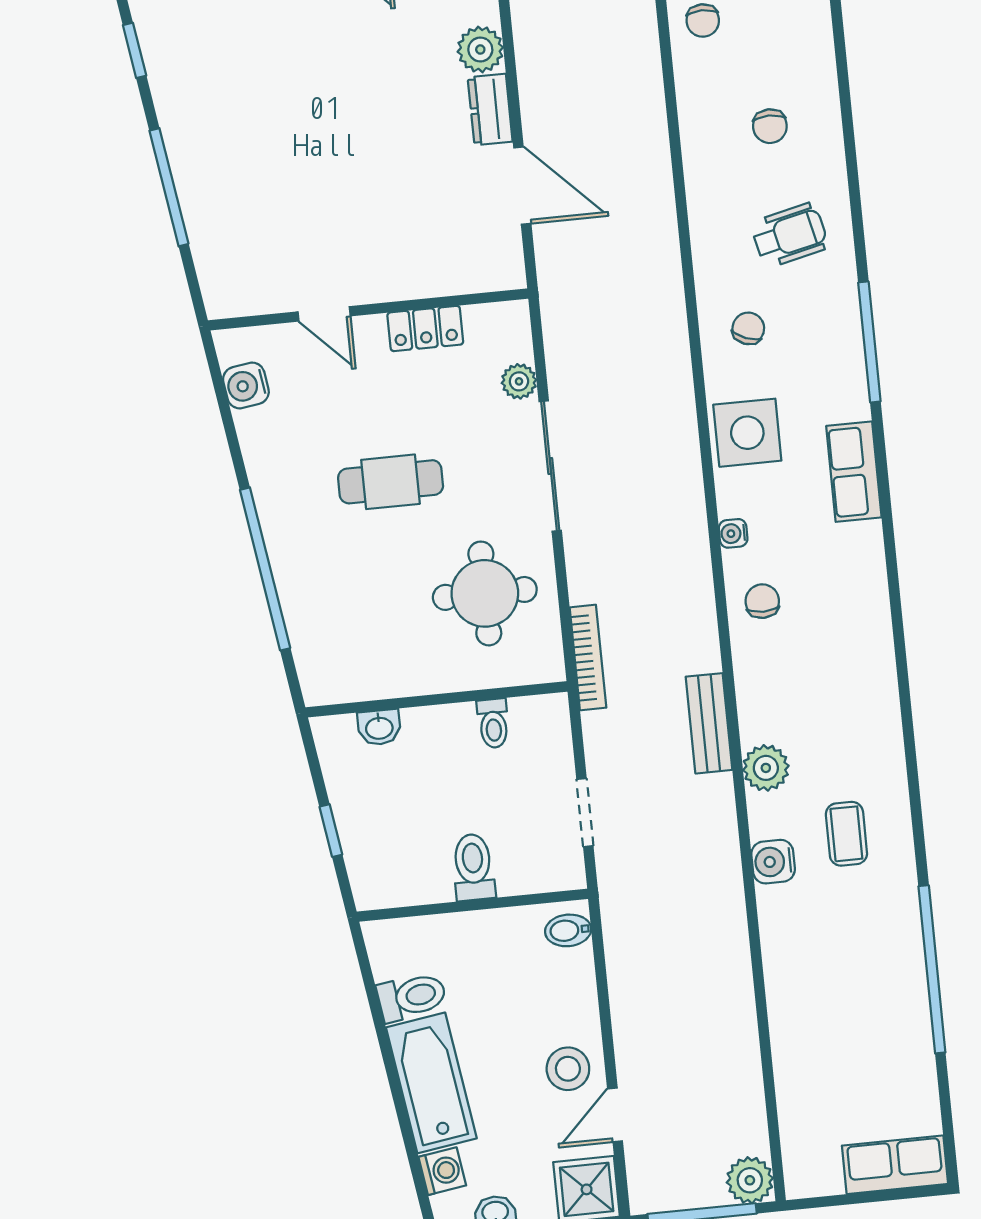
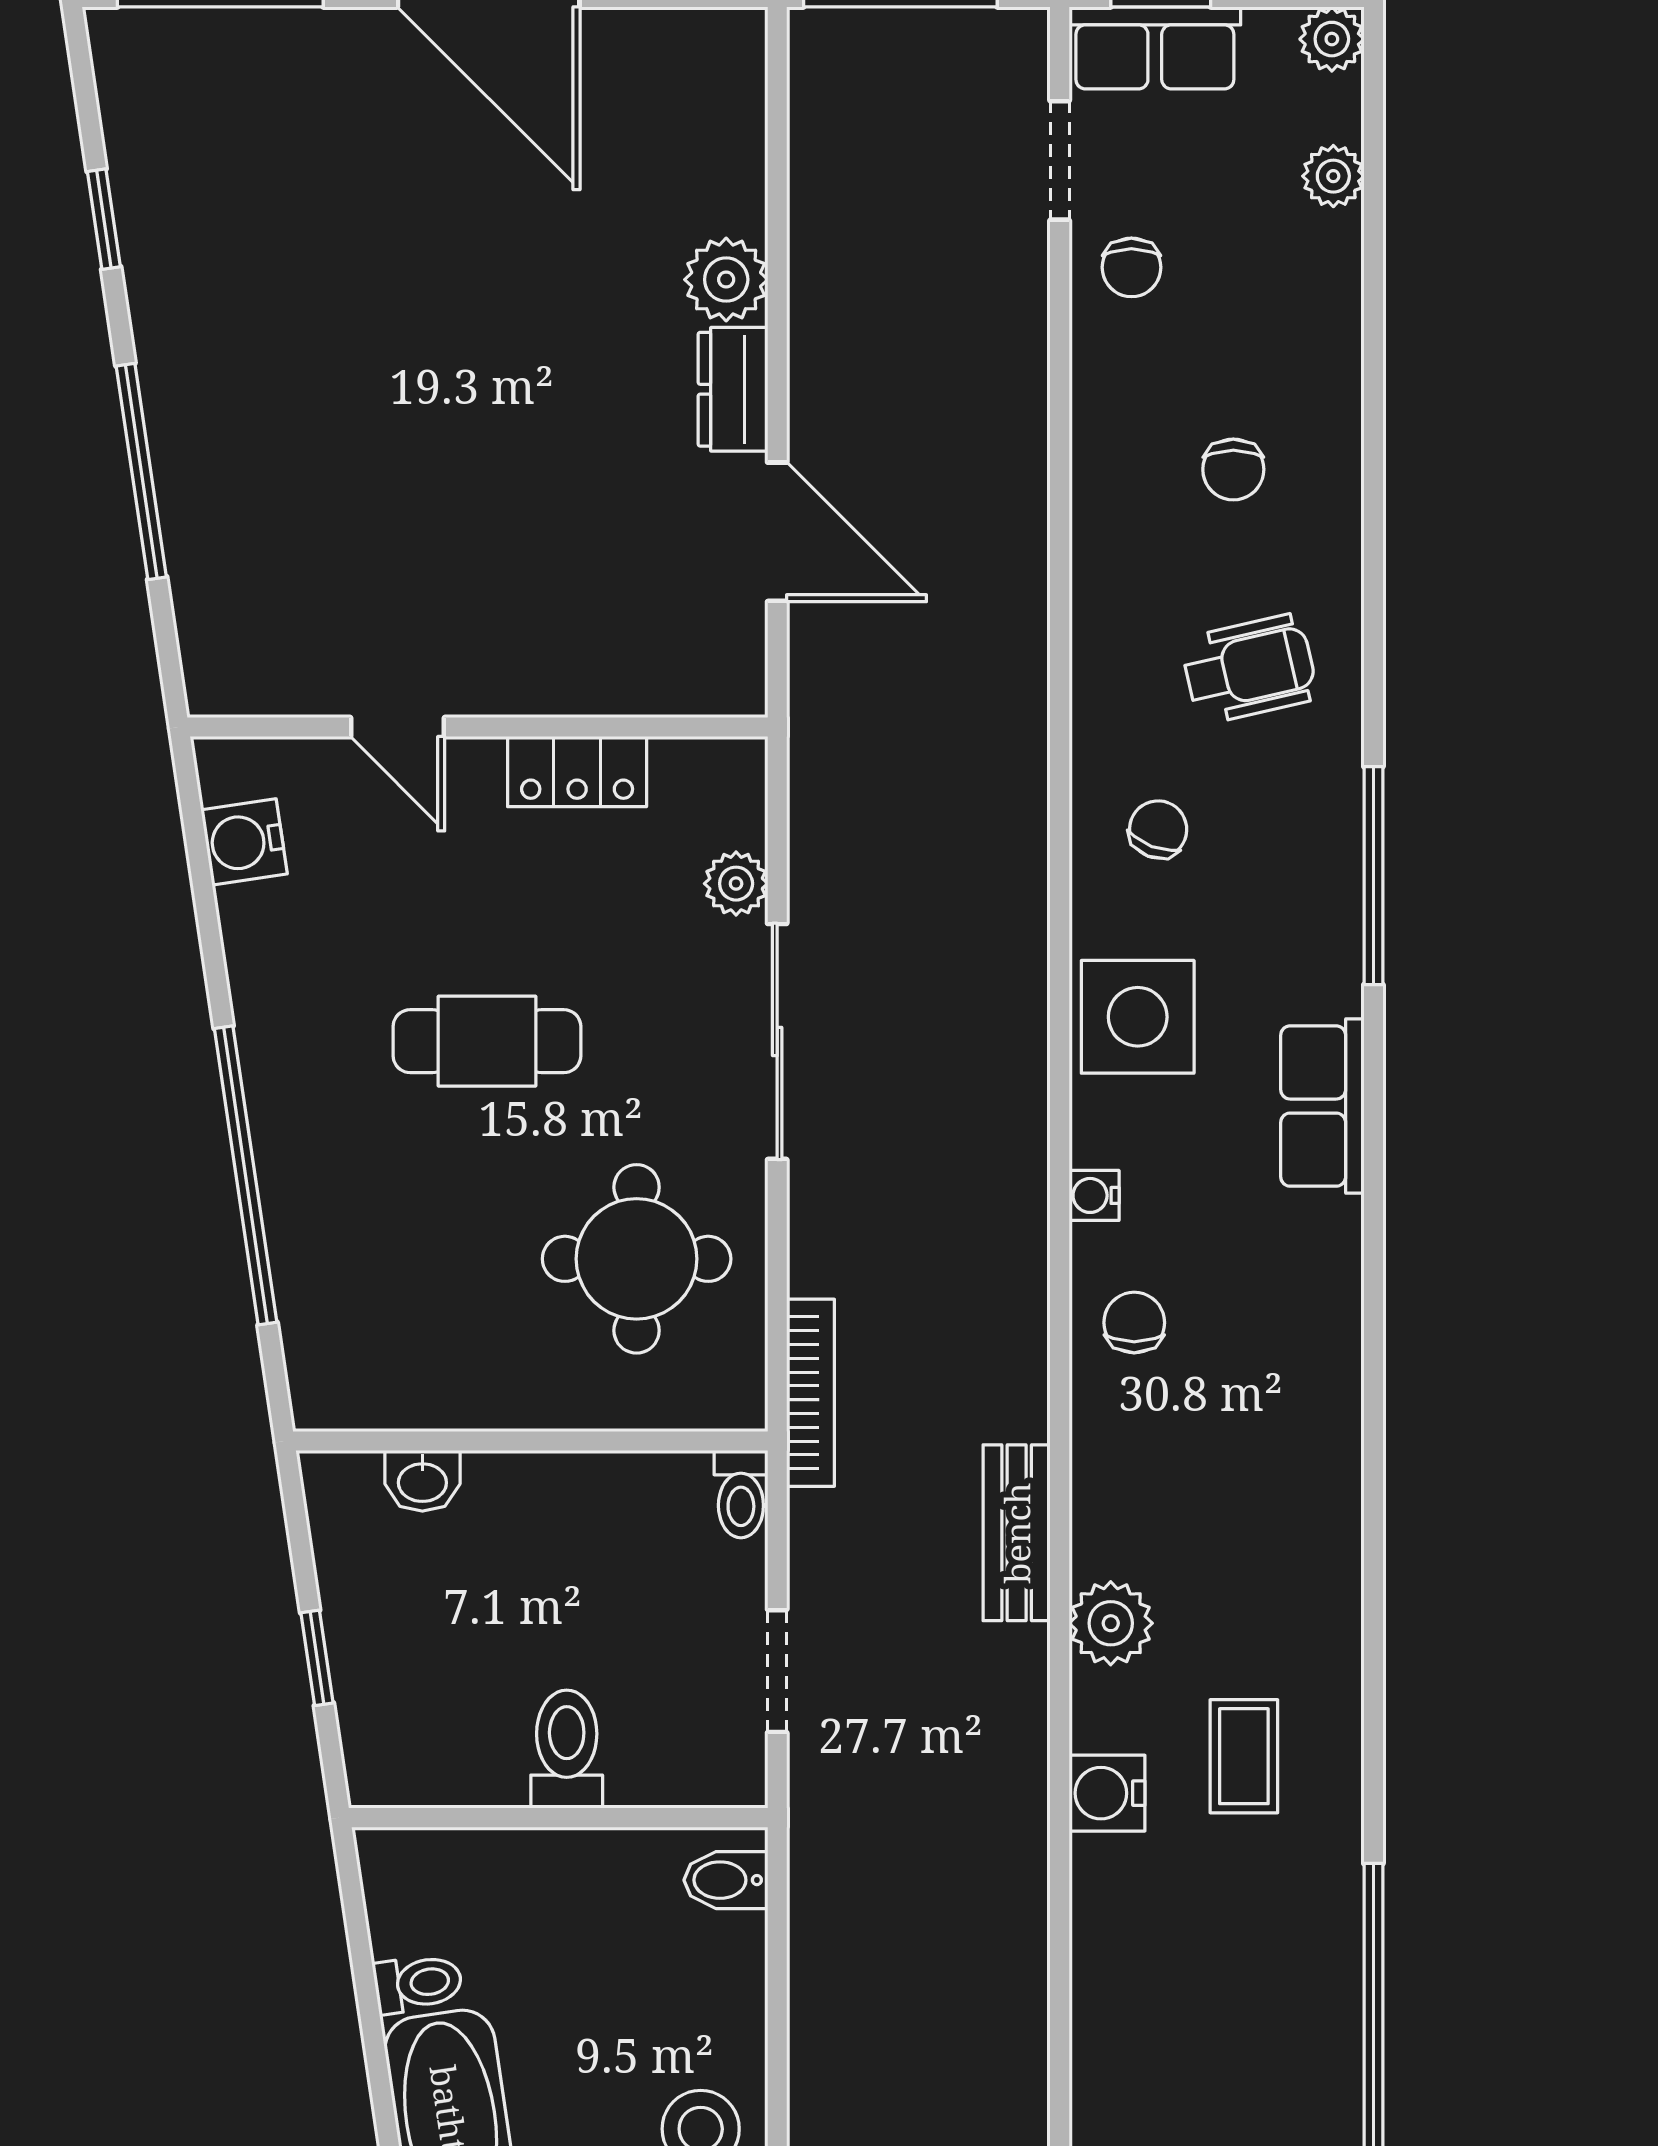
toilet: (493, 723) -> (741, 1494), moved
toilet: (412, 997) -> (418, 1983), width x0.73, depth x0.72

